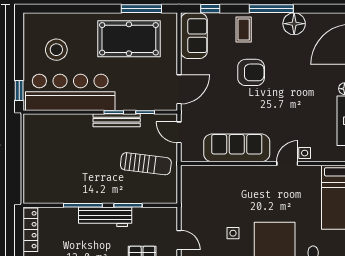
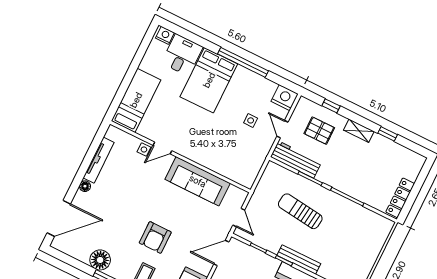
armchair: (251, 72) -> (155, 237), turned -90
bench: (117, 120) -> (299, 260), moved
sun lounger: (146, 164) -> (300, 211), moved
workbench: (105, 217) -> (296, 160), moved
side table: (233, 233) -> (251, 120), moved

